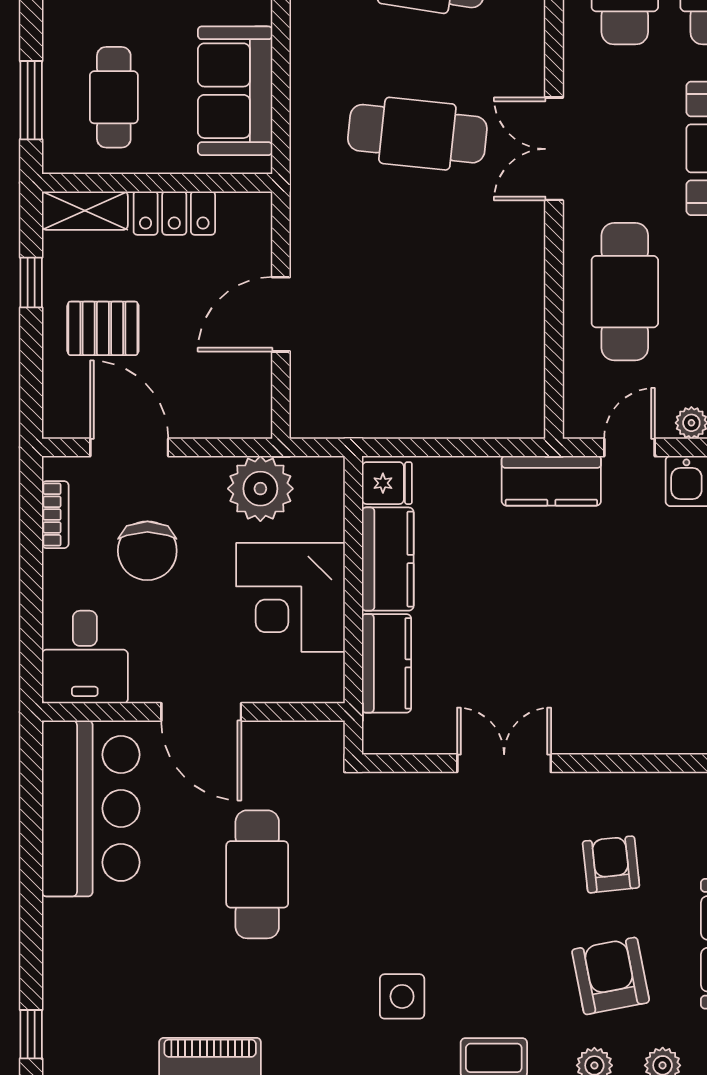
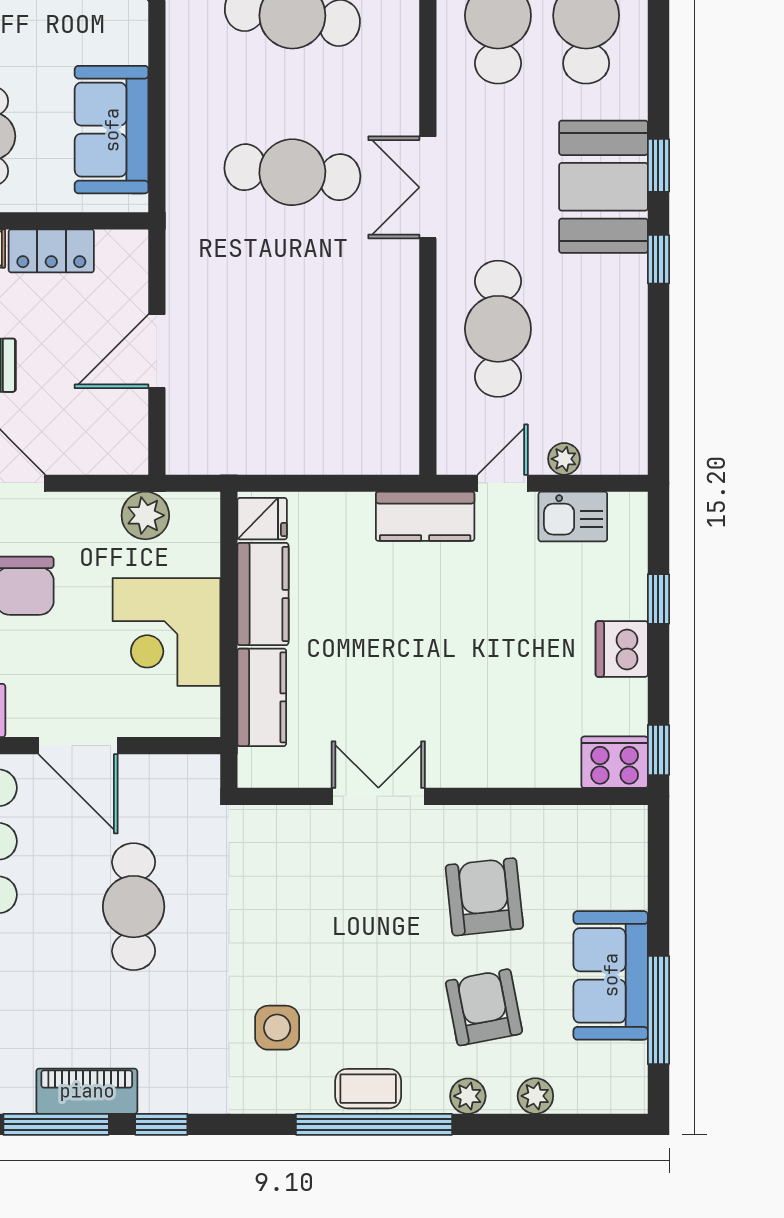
plant: (260, 489) -> (145, 515), width x0.73, depth x0.73
armchair: (611, 864) -> (484, 897), width x1.38, depth x1.38

